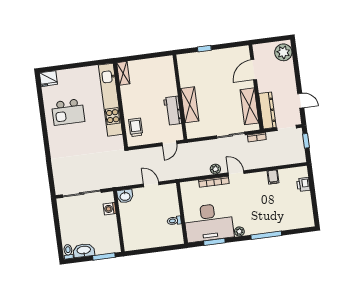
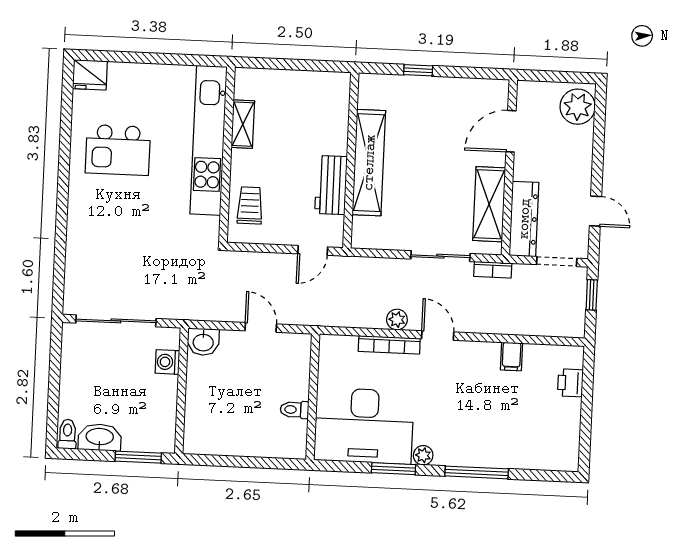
shelving: (123, 73) -> (243, 124), moved
shelving: (190, 105) -> (369, 163), width x1.47
window: (214, 242) -> (393, 469), moved

